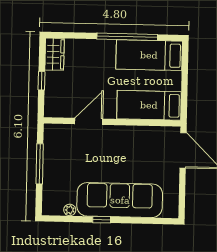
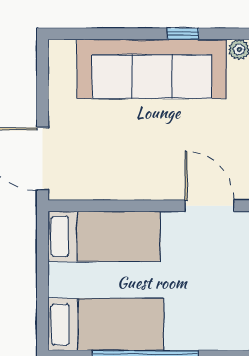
door: (89, 121) -> (209, 206), swing flipped

